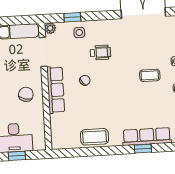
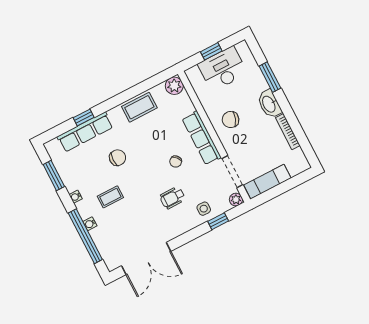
chair: (26, 94) -> (231, 120), turned 95
chair: (130, 104) -> (118, 158), added
plant: (59, 142) -> (174, 86), added

